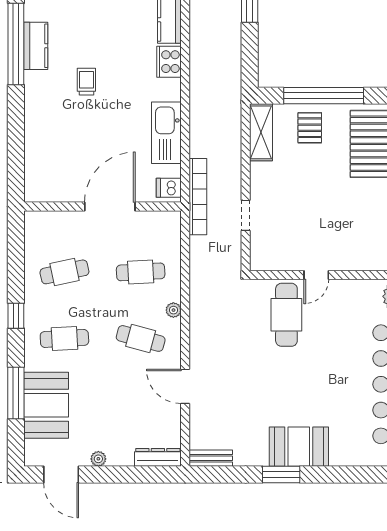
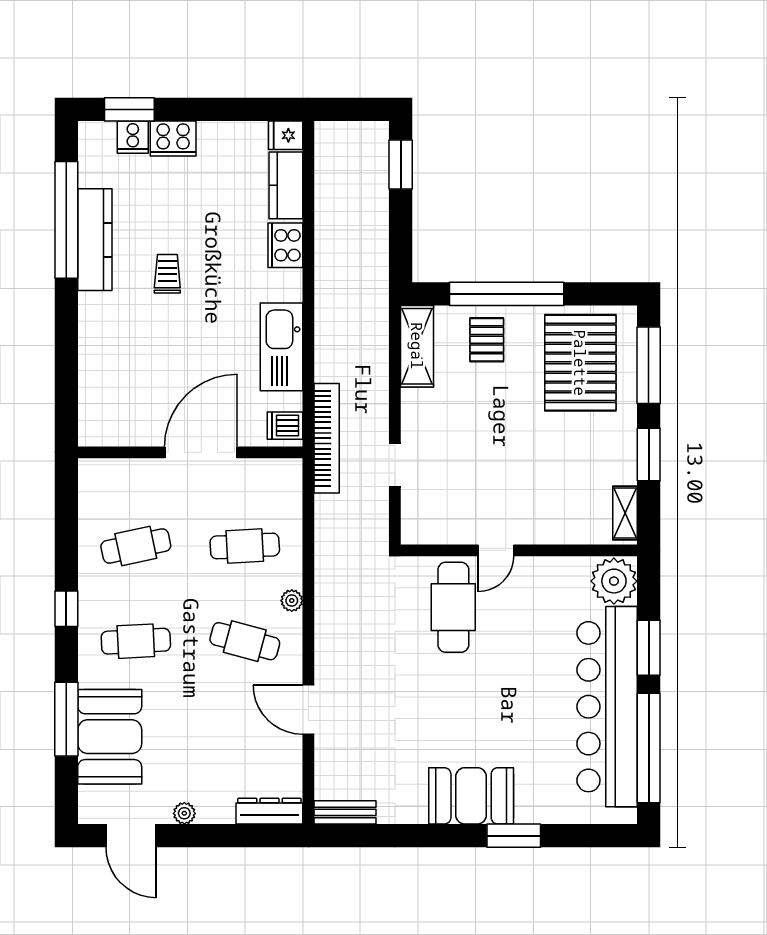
kitchen counter: (36, 46) -> (95, 240), width x1.50
window: (281, 475) -> (514, 836), moved

